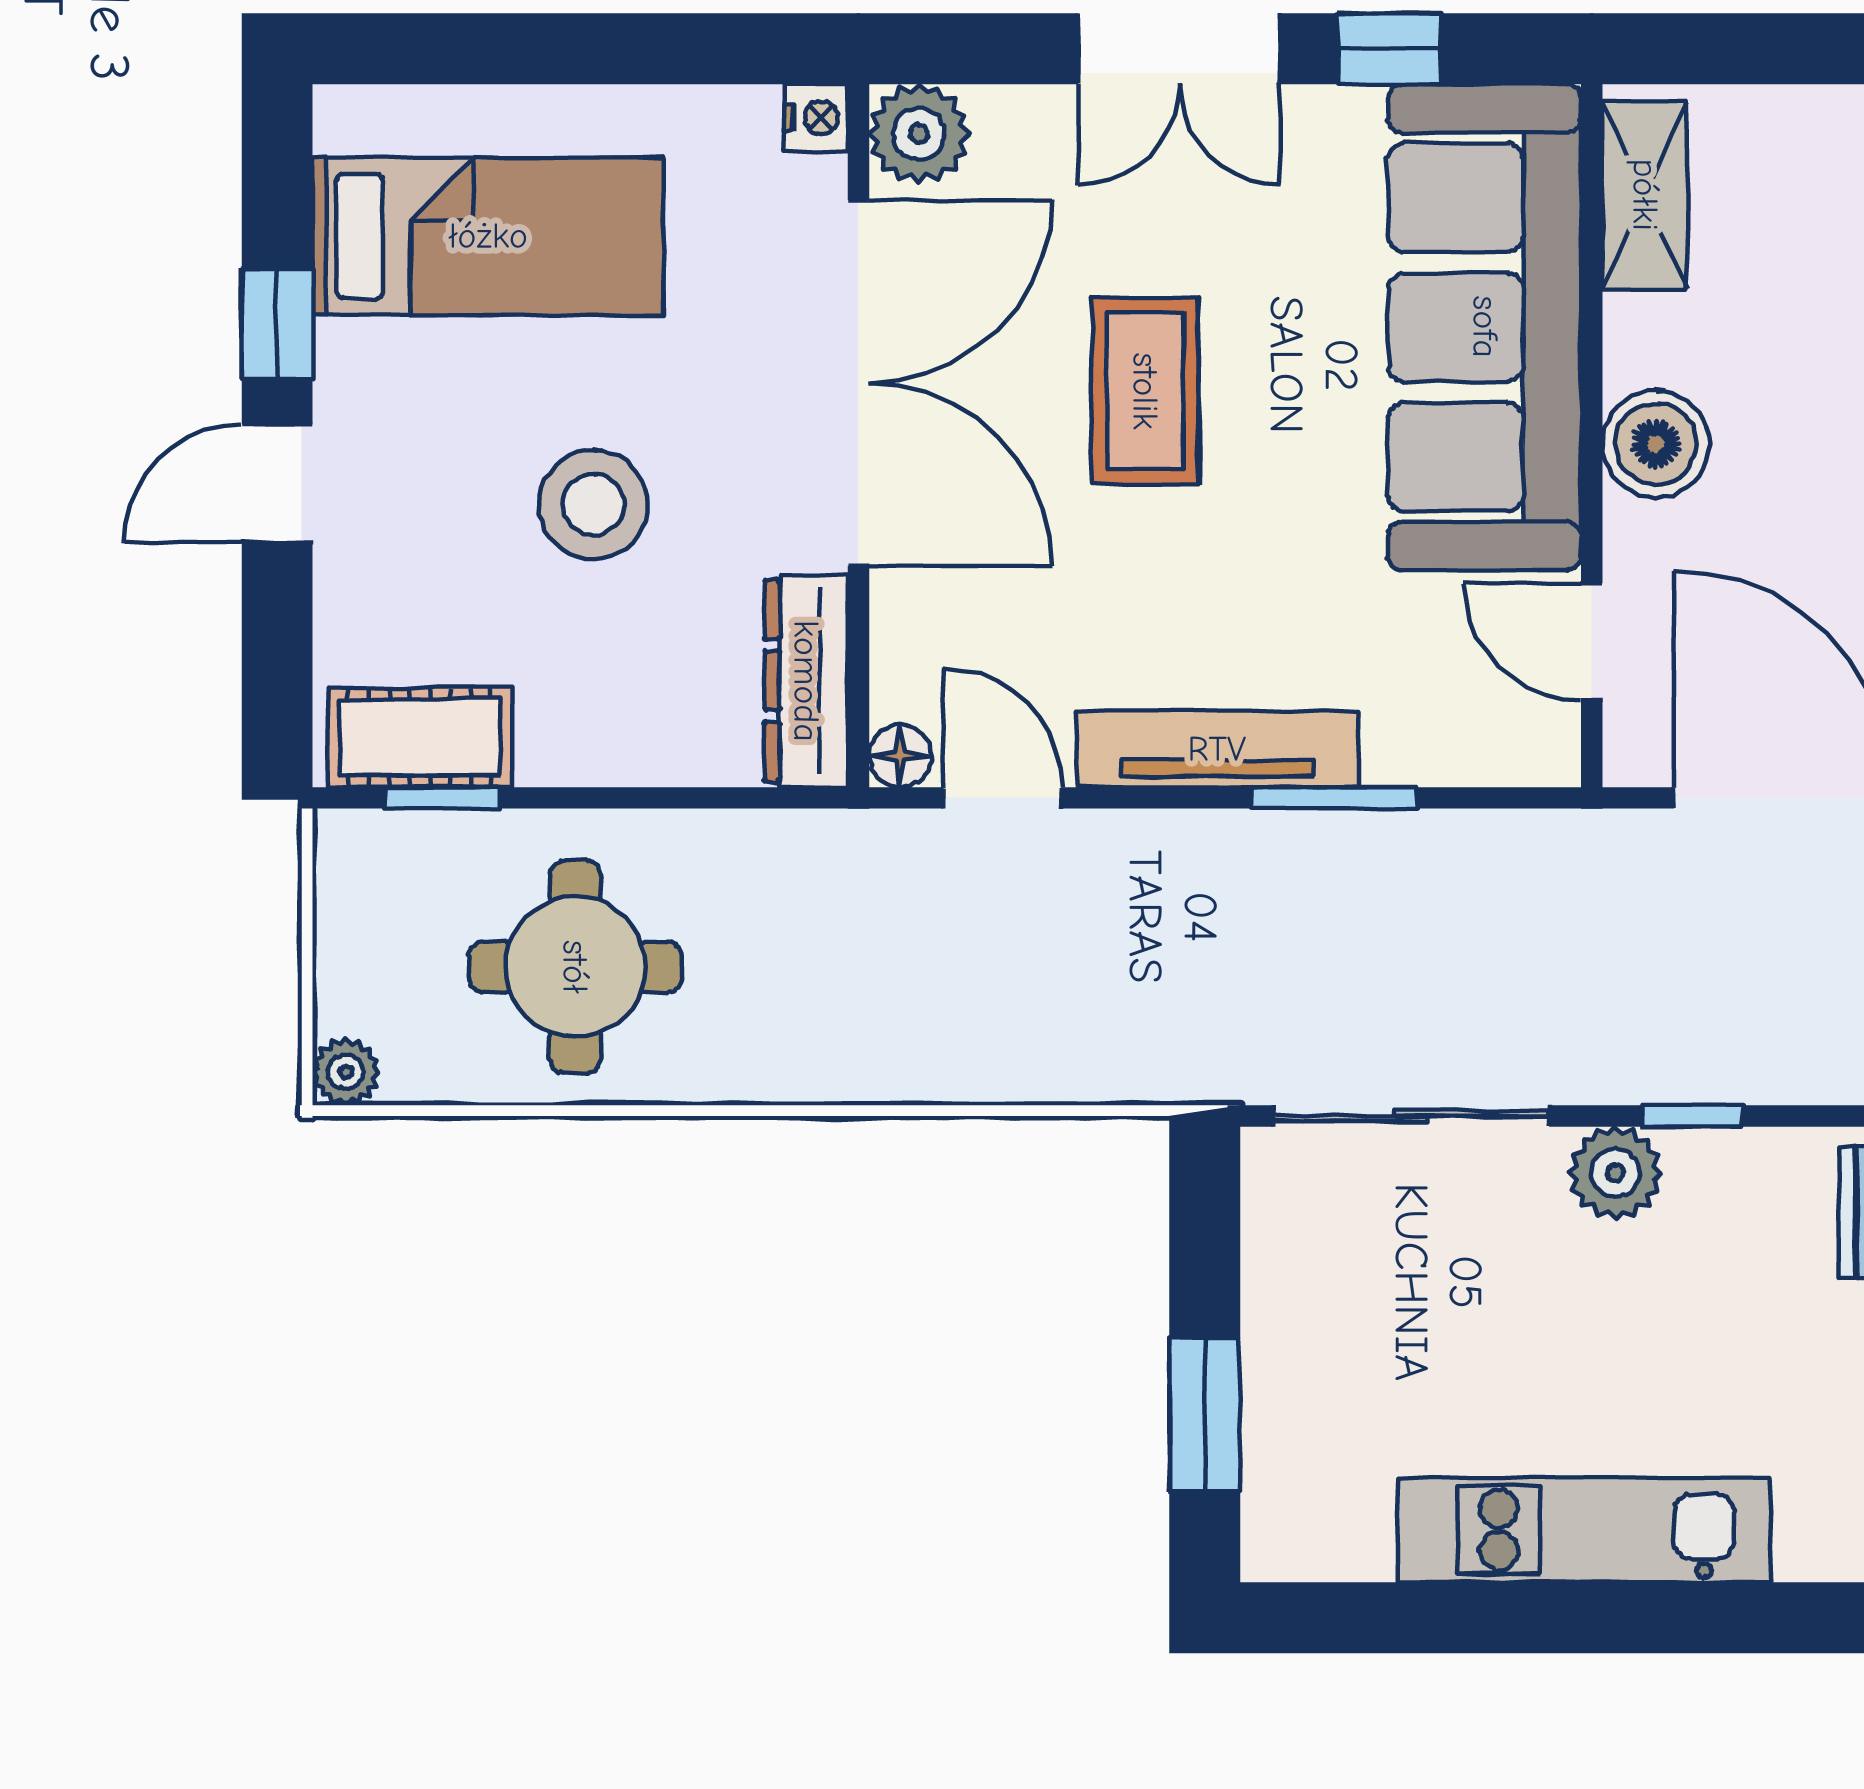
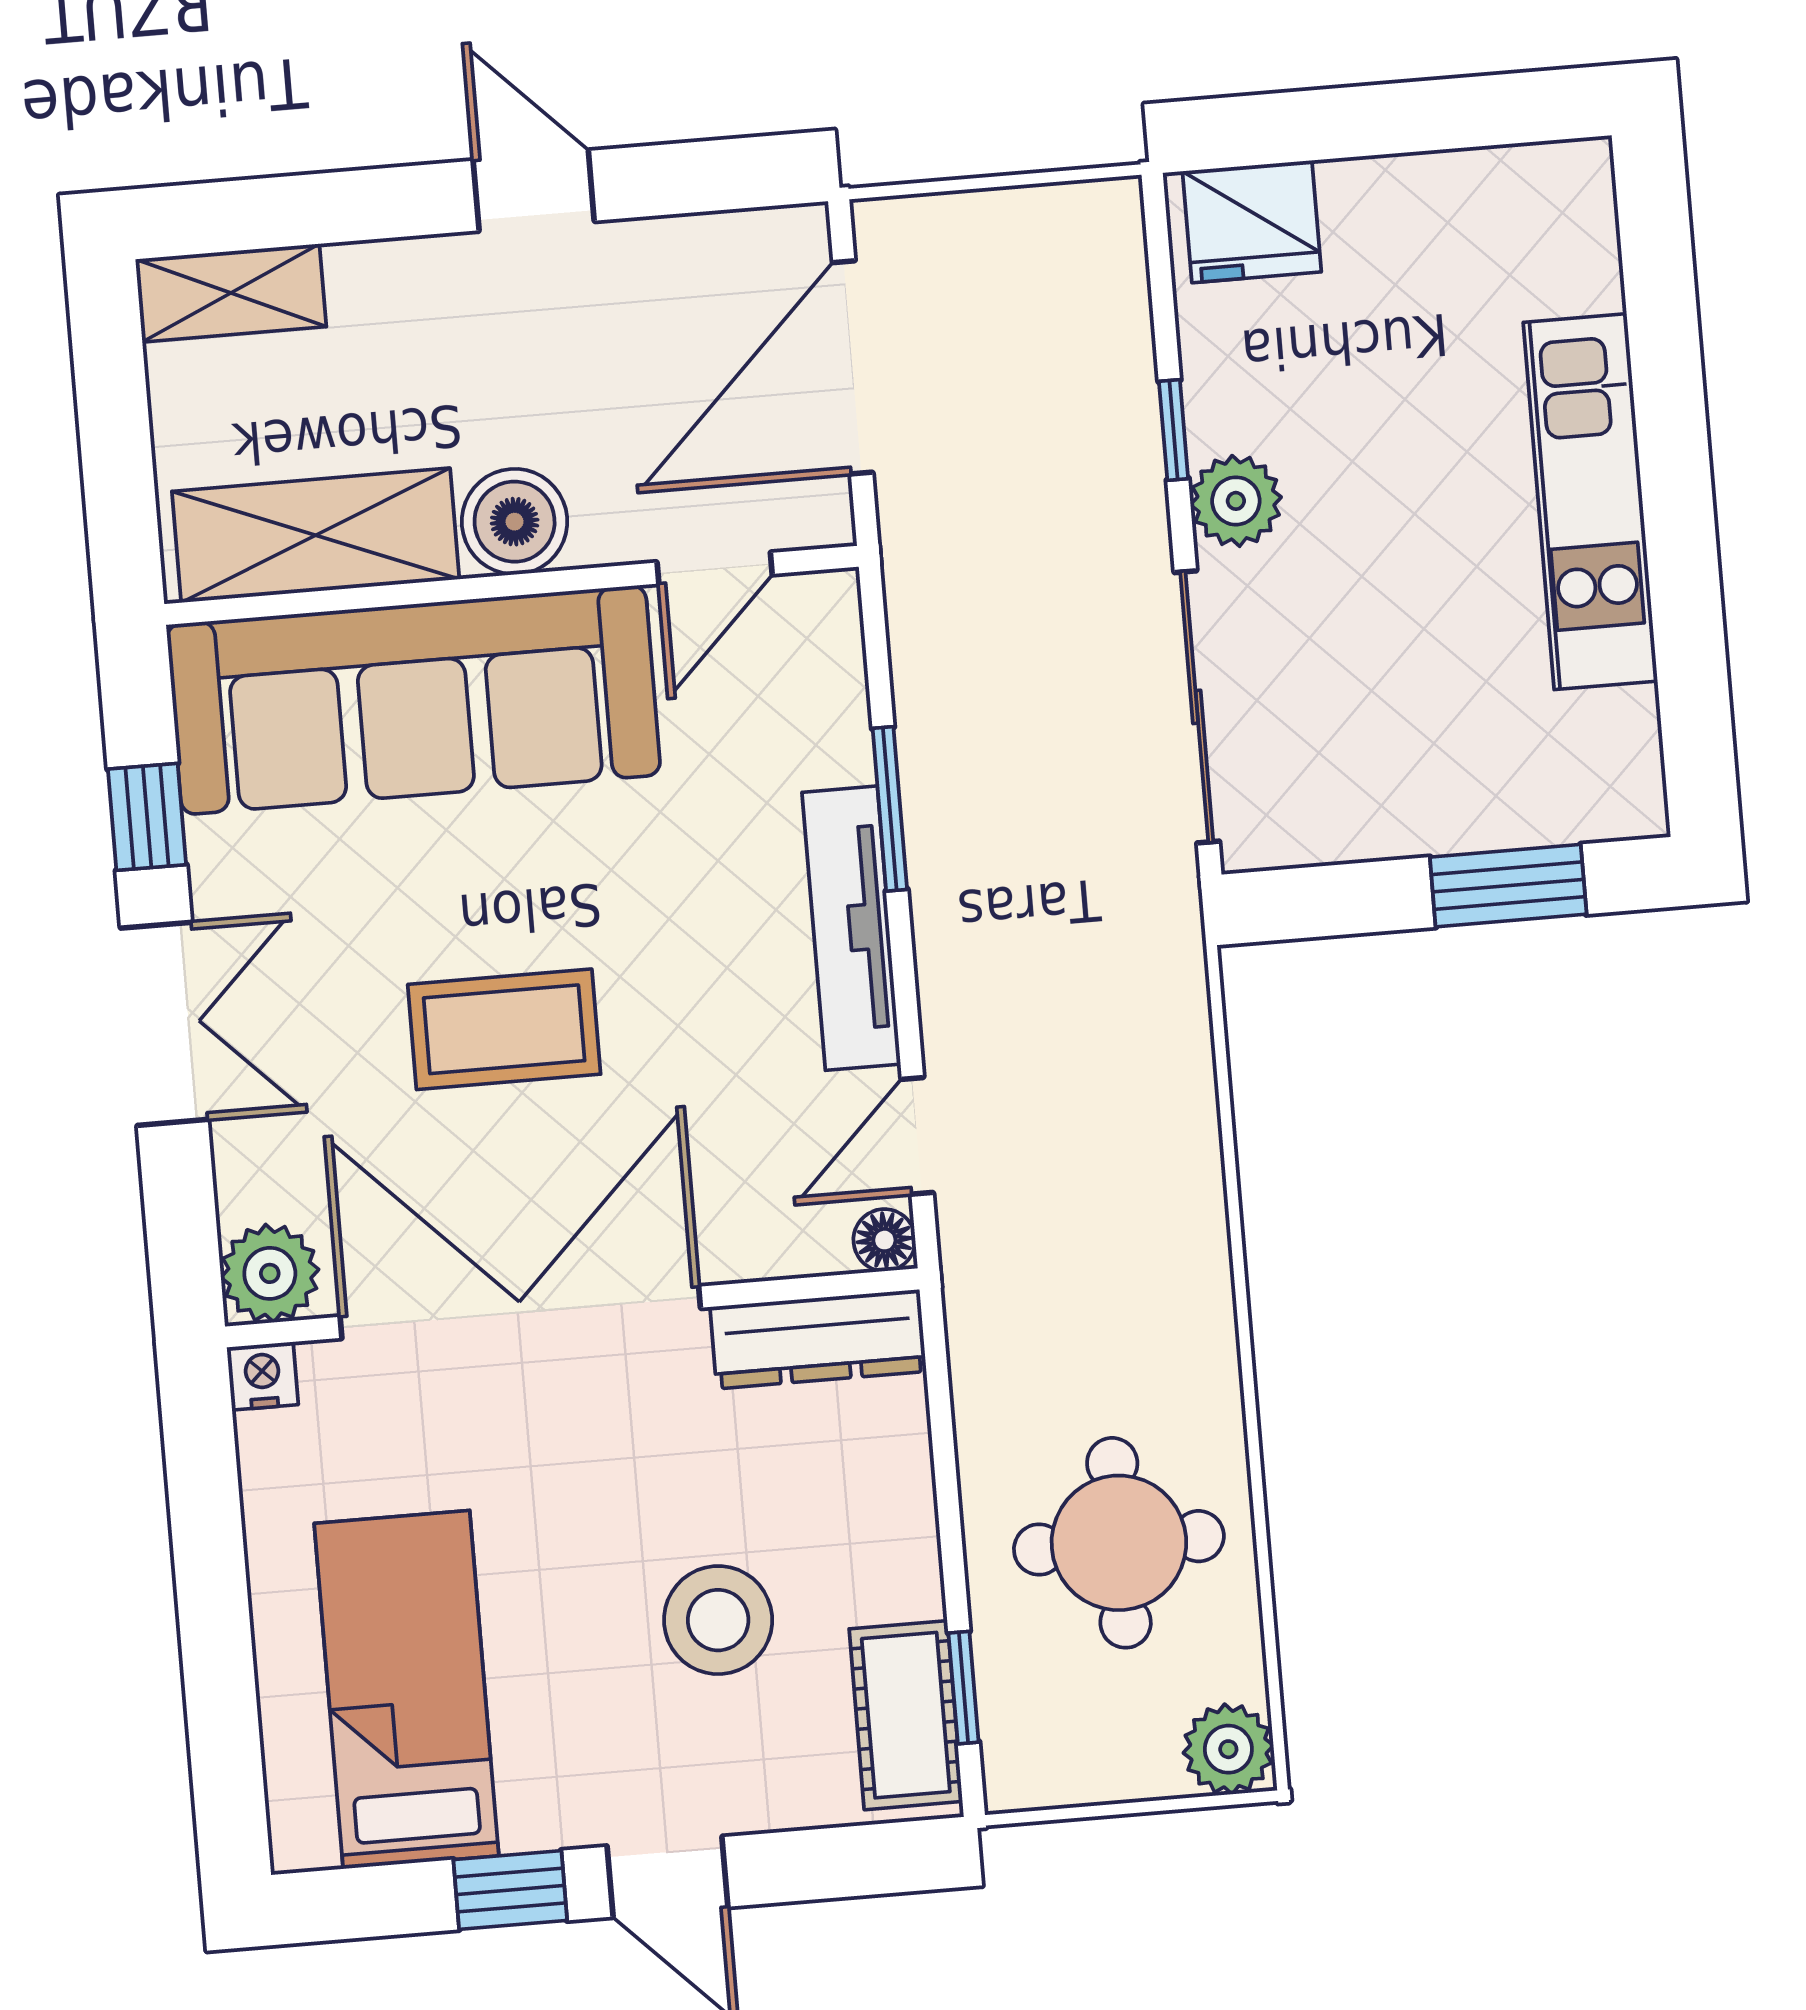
shelving: (1645, 195) -> (316, 535), width x1.50, depth x1.33
stool: (593, 505) -> (718, 1620), moved
plant: (346, 1072) -> (1228, 1749), width x1.38, depth x1.38

